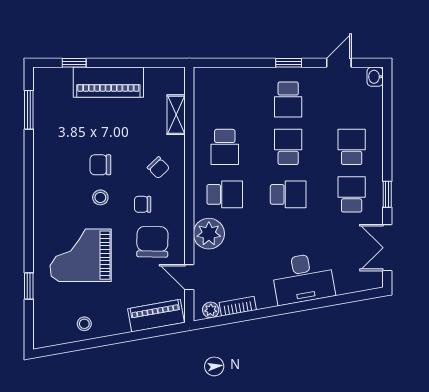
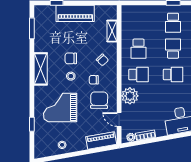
shelving: (45, 184) -> (41, 69), added

